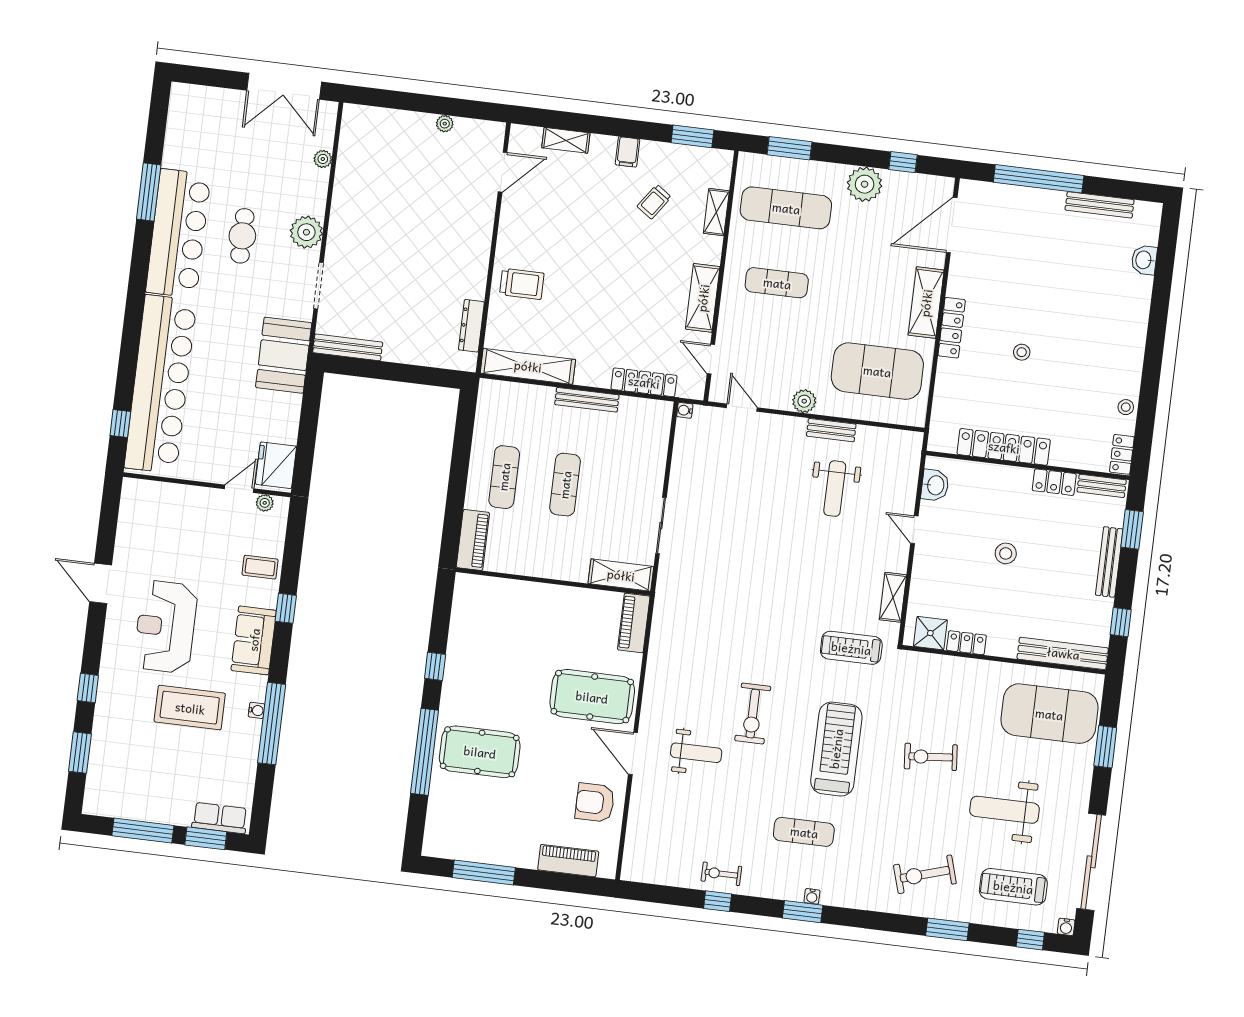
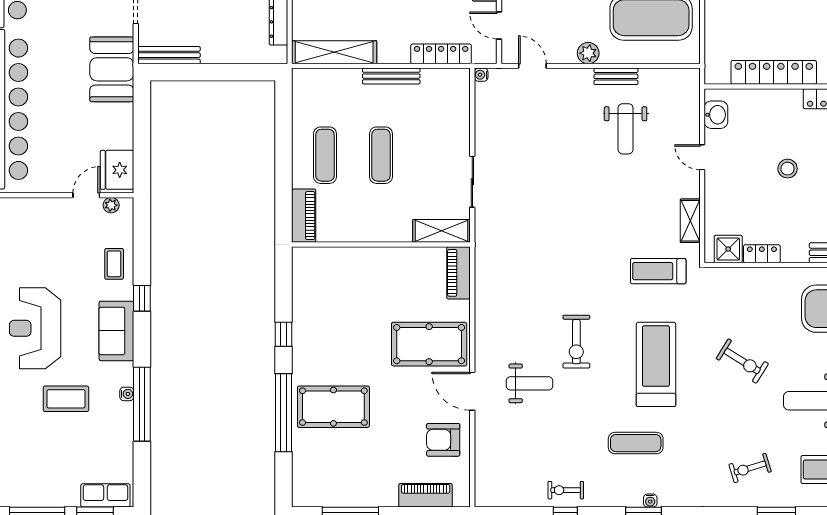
coffee table: (260, 567) -> (114, 264), turned 90
coffee table: (190, 708) -> (66, 399), width x0.73, depth x0.76
exercise bike: (931, 757) -> (742, 361), turned -143
exercise bike: (925, 874) -> (750, 468), width x0.73, depth x0.72

